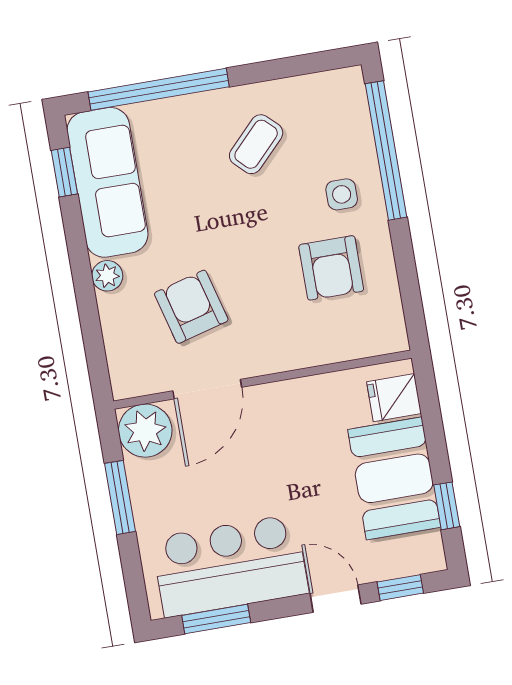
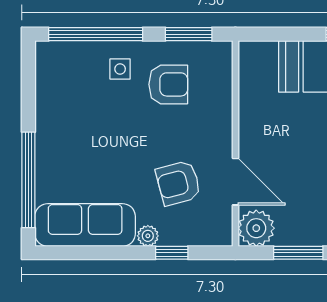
coffee table: (256, 144) -> (76, 121), removed
window: (64, 172) -> (172, 253), moved
window: (409, 285) -> (189, 34), added
fridge: (394, 398) -> (263, 57), removed

